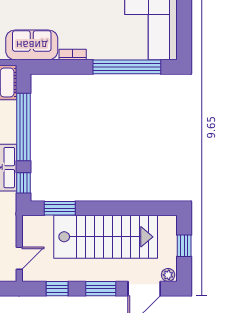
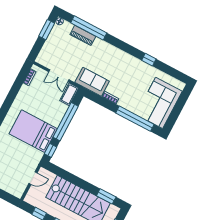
window: (60, 208) -> (106, 196), moved
door: (19, 258) -> (33, 178), moved

